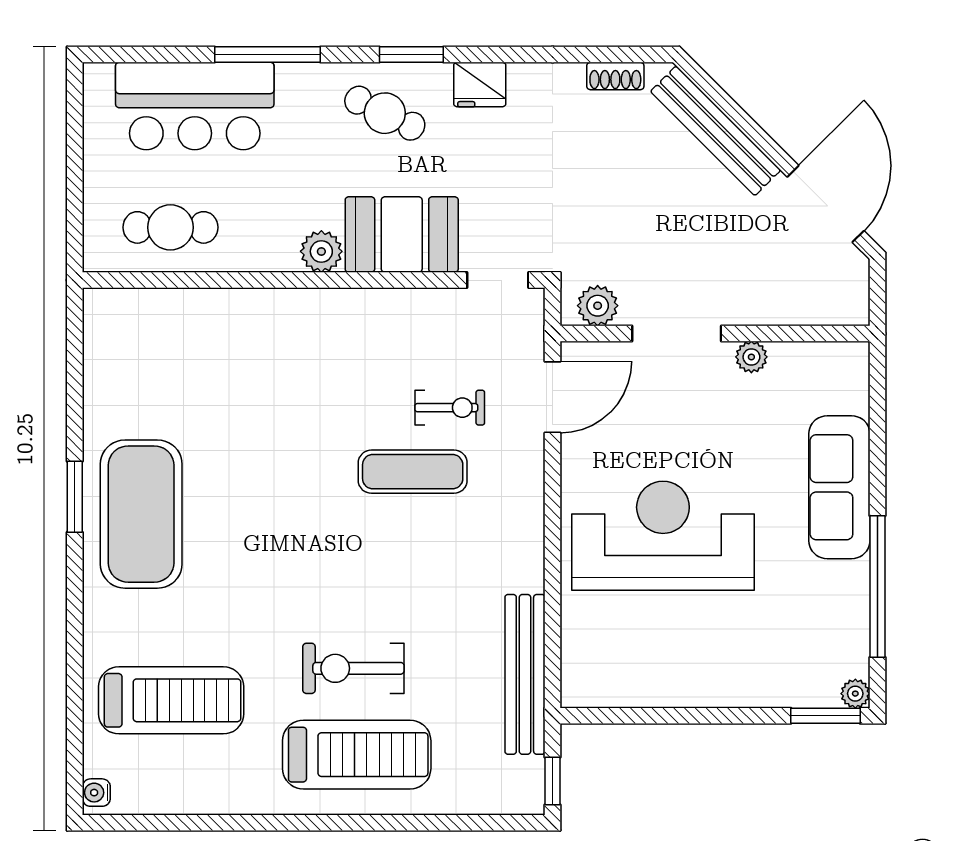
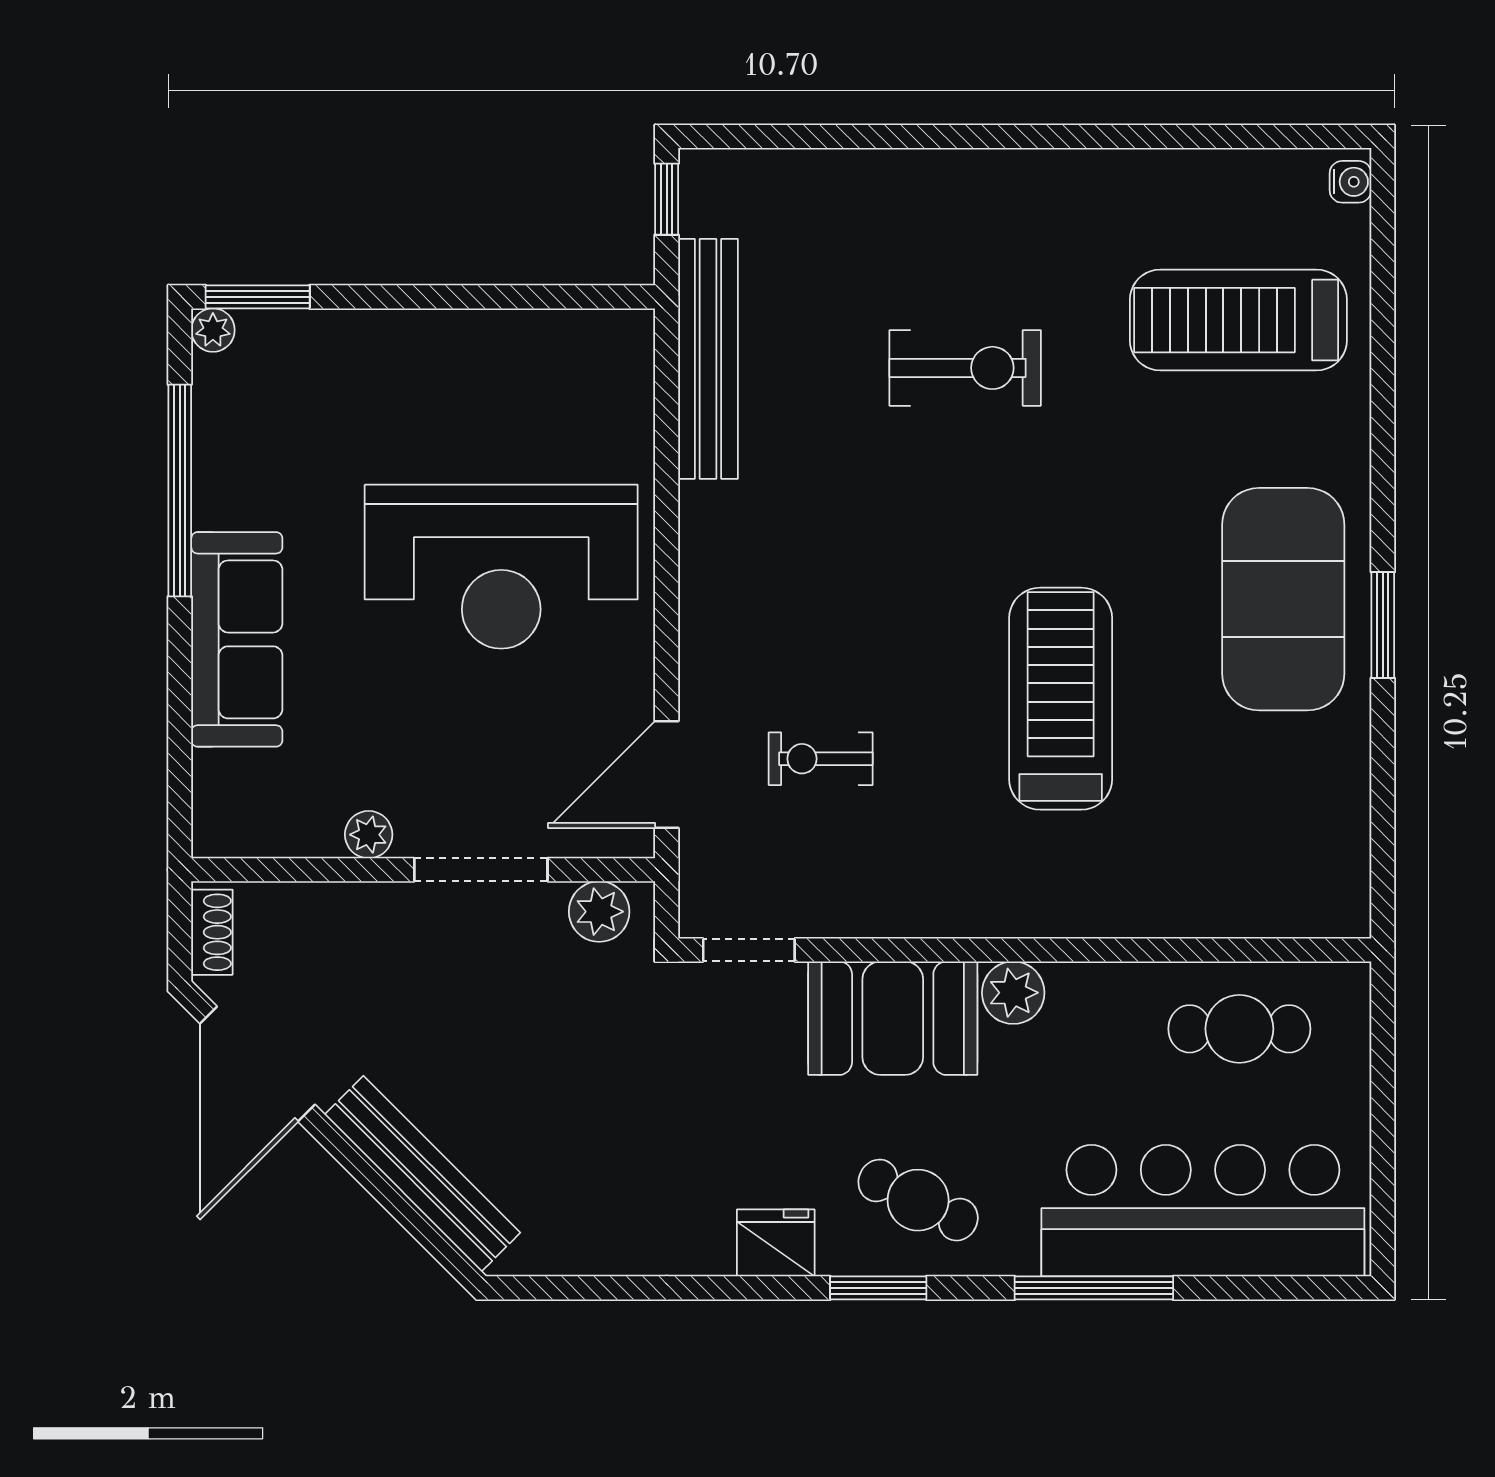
shoe rack: (615, 76) -> (212, 932), moved, turned 90
bar counter: (195, 106) -> (1203, 1211), width x1.36
exercise mat: (413, 472) -> (876, 663), removed
treadmill: (357, 755) -> (1061, 699), moved, turned 90

